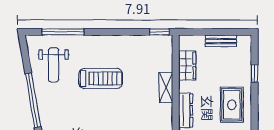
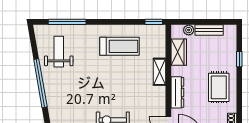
plant: (198, 41) -> (189, 30), added
weight bench: (53, 65) -> (59, 52), turned 180
treadmill: (101, 78) -> (120, 46), moved

